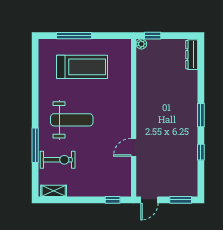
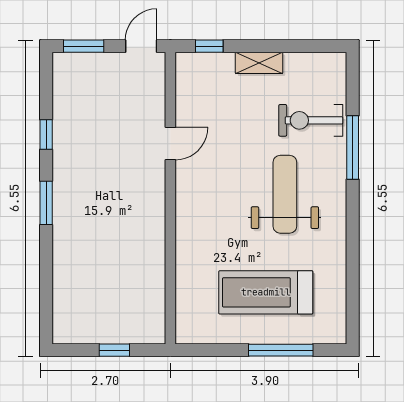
window: (153, 36) -> (114, 350), moved
plant: (141, 44) -> (156, 335), removed
dresser: (192, 55) -> (63, 315), removed
weight bench: (72, 120) -> (285, 194), turned 90
shelving: (54, 191) -> (259, 63), moved

